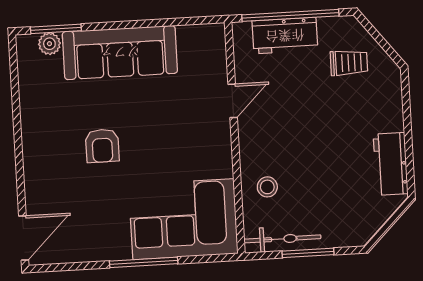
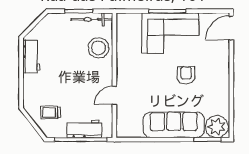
plant: (49, 44) -> (217, 127), width x1.88, depth x1.88
stool: (267, 187) -> (98, 48), width x1.89, depth x1.89
corner sofa: (183, 219) -> (170, 33), moved

